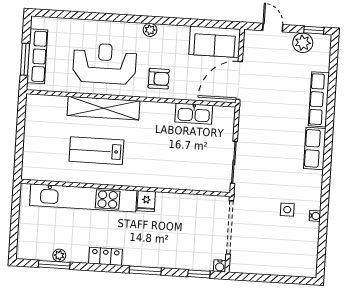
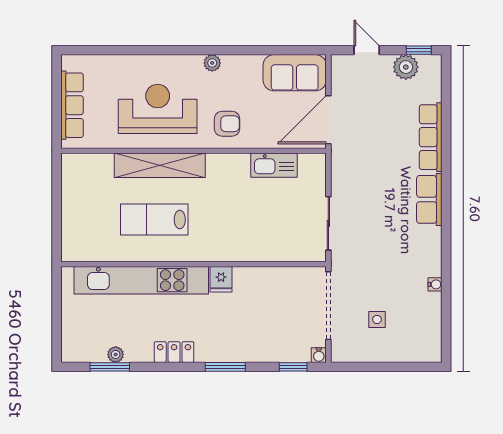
window: (25, 59) -> (57, 110), removed
side table: (287, 210) -> (377, 319), moved

